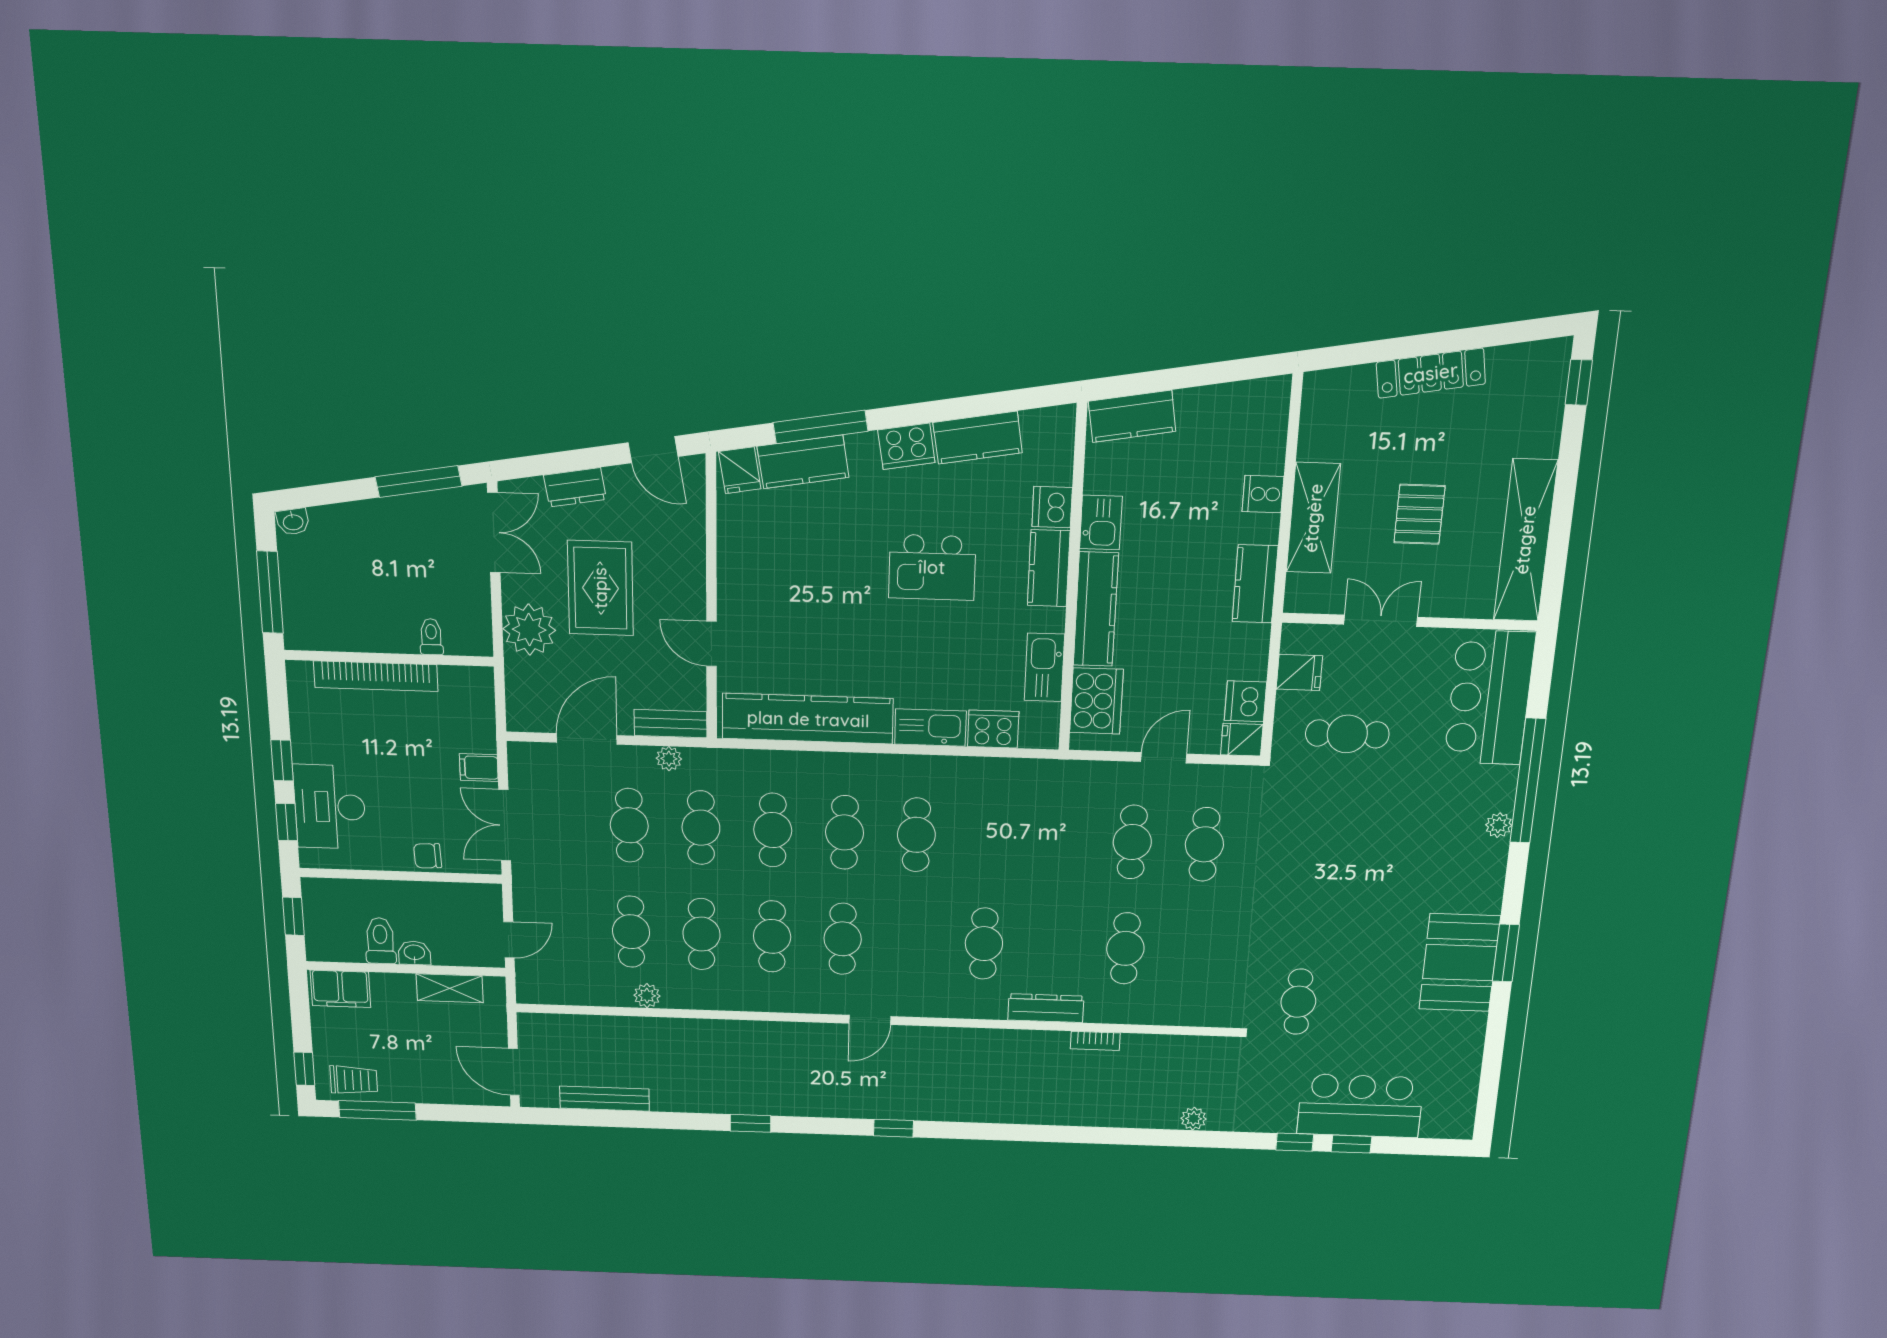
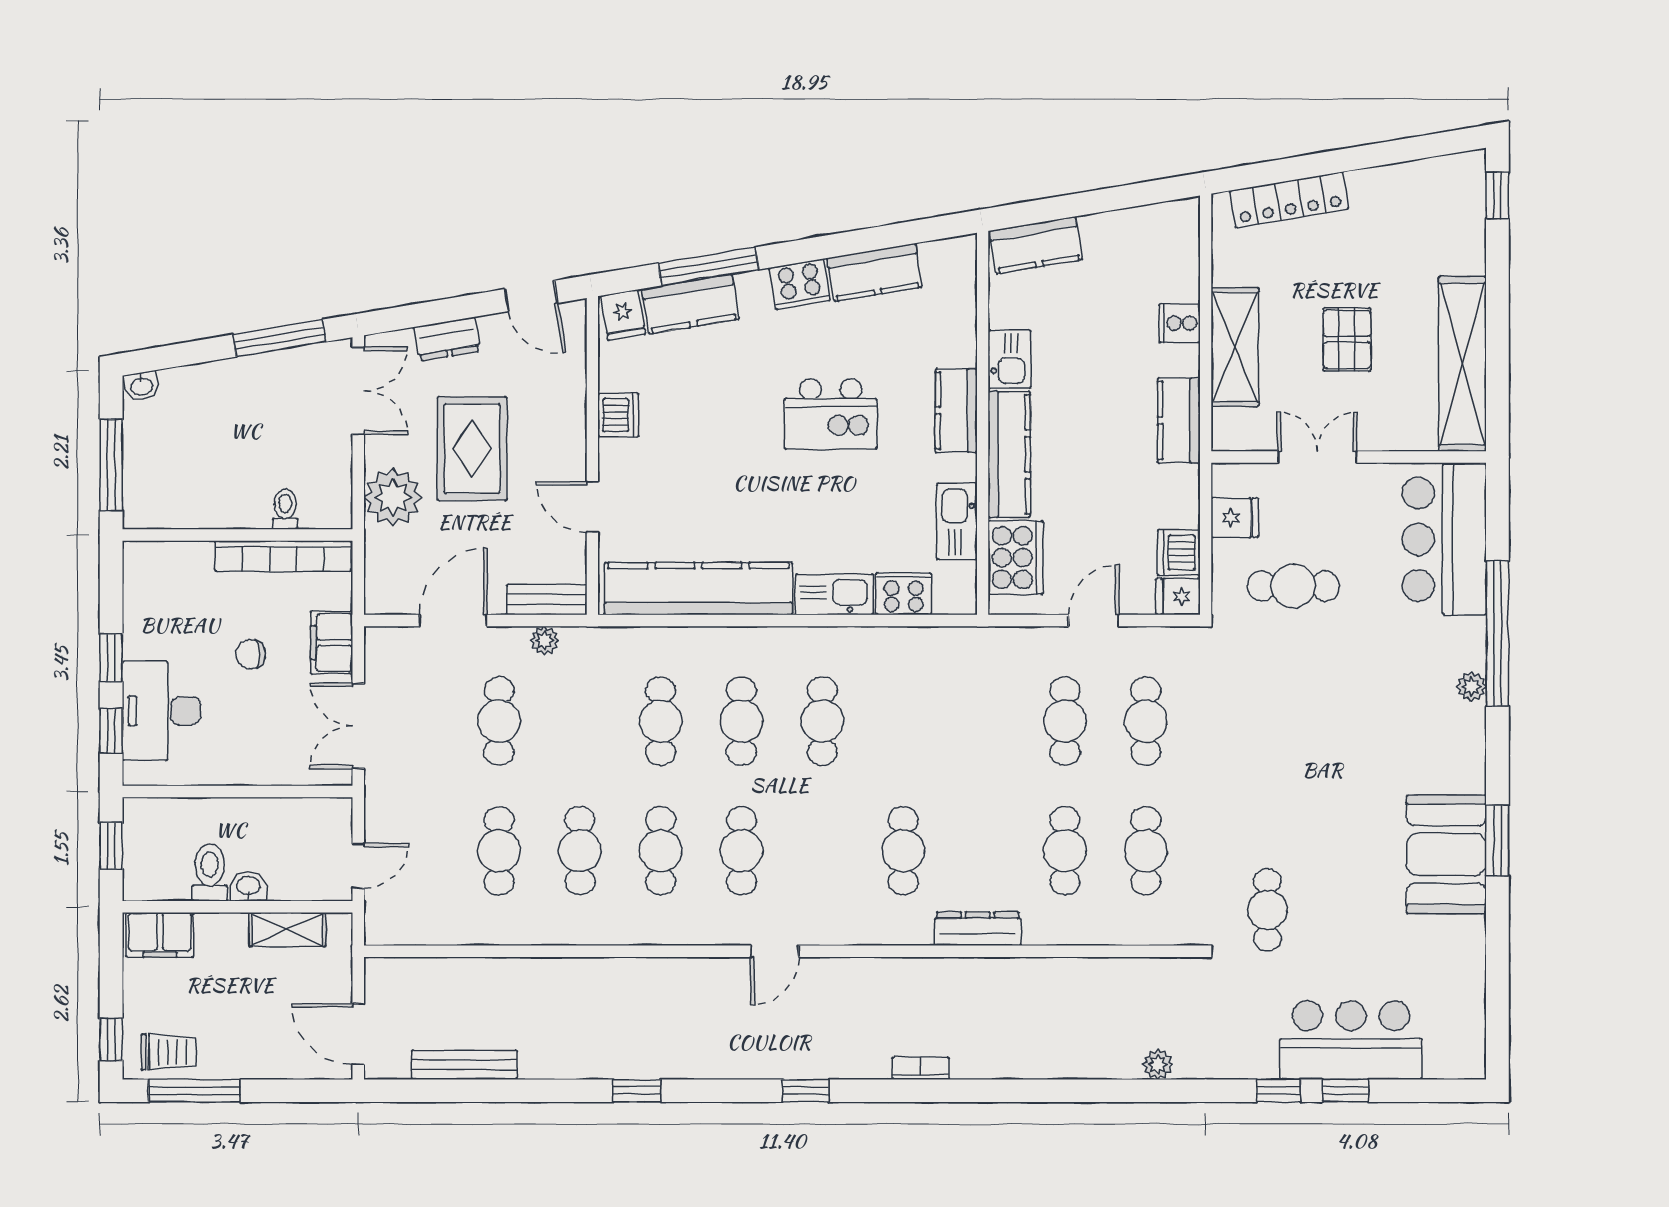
locker: (1431, 373) -> (1289, 200), moved
dishwasher: (1052, 507) -> (618, 415), moved, turned 180
bookcase: (376, 676) -> (283, 556), moved
filing cabinet: (479, 768) -> (332, 643), width x2.00
cafe table: (701, 828) -> (1146, 851), moved
chair: (428, 856) -> (251, 654), moved
plant: (647, 996) -> (516, 930), removed
bookcase: (1095, 1041) -> (921, 1068), moved, turned 180

